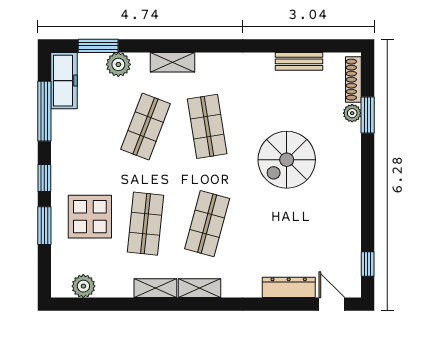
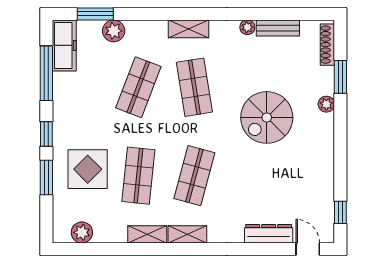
plant: (265, 61) -> (247, 27), added
shelving: (173, 62) -> (189, 29), moved
plant: (352, 113) -> (326, 104), moved

